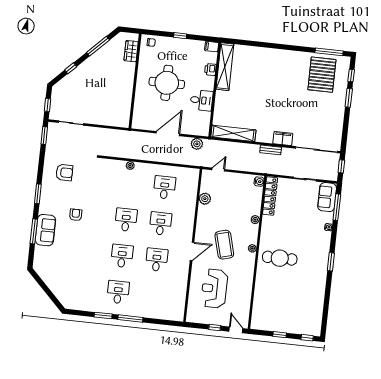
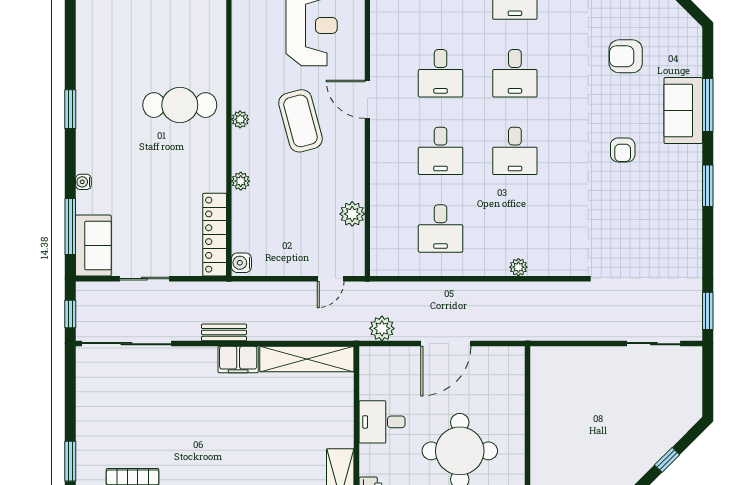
window: (48, 105) -> (708, 376), removed
filing cabinet: (283, 139) -> (238, 360), moved
armchair: (64, 172) -> (626, 56), moved
door: (192, 251) -> (367, 99), hinge flipped

